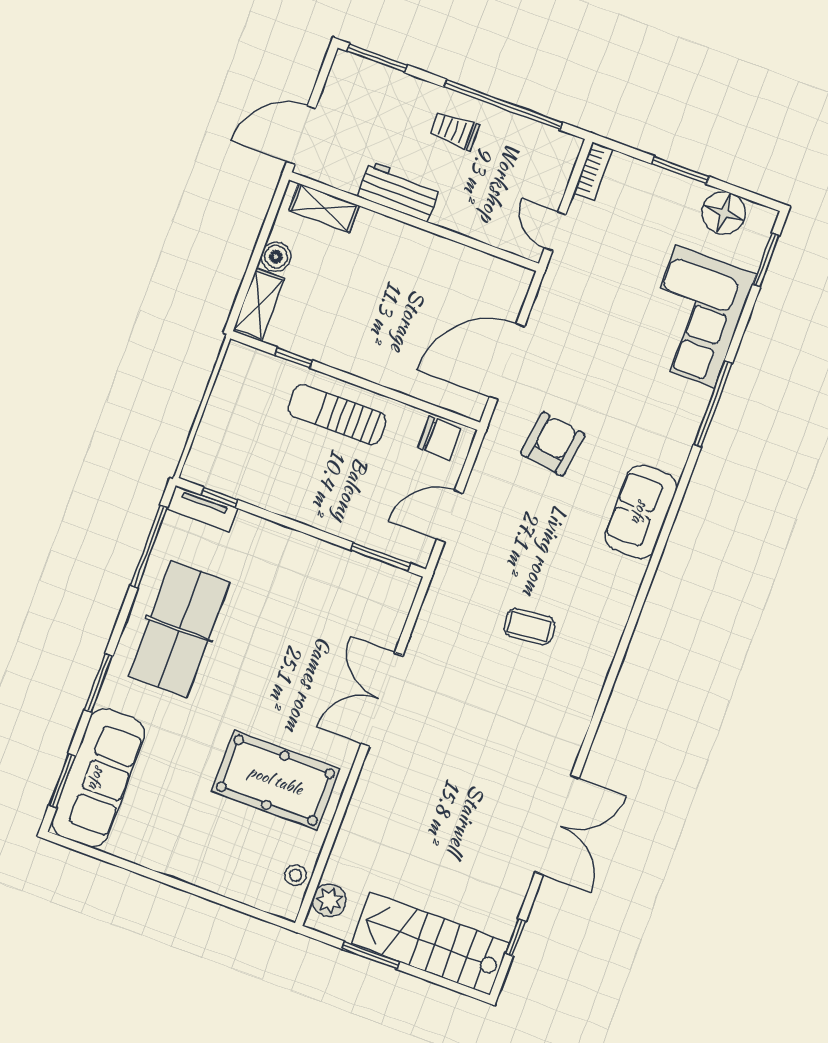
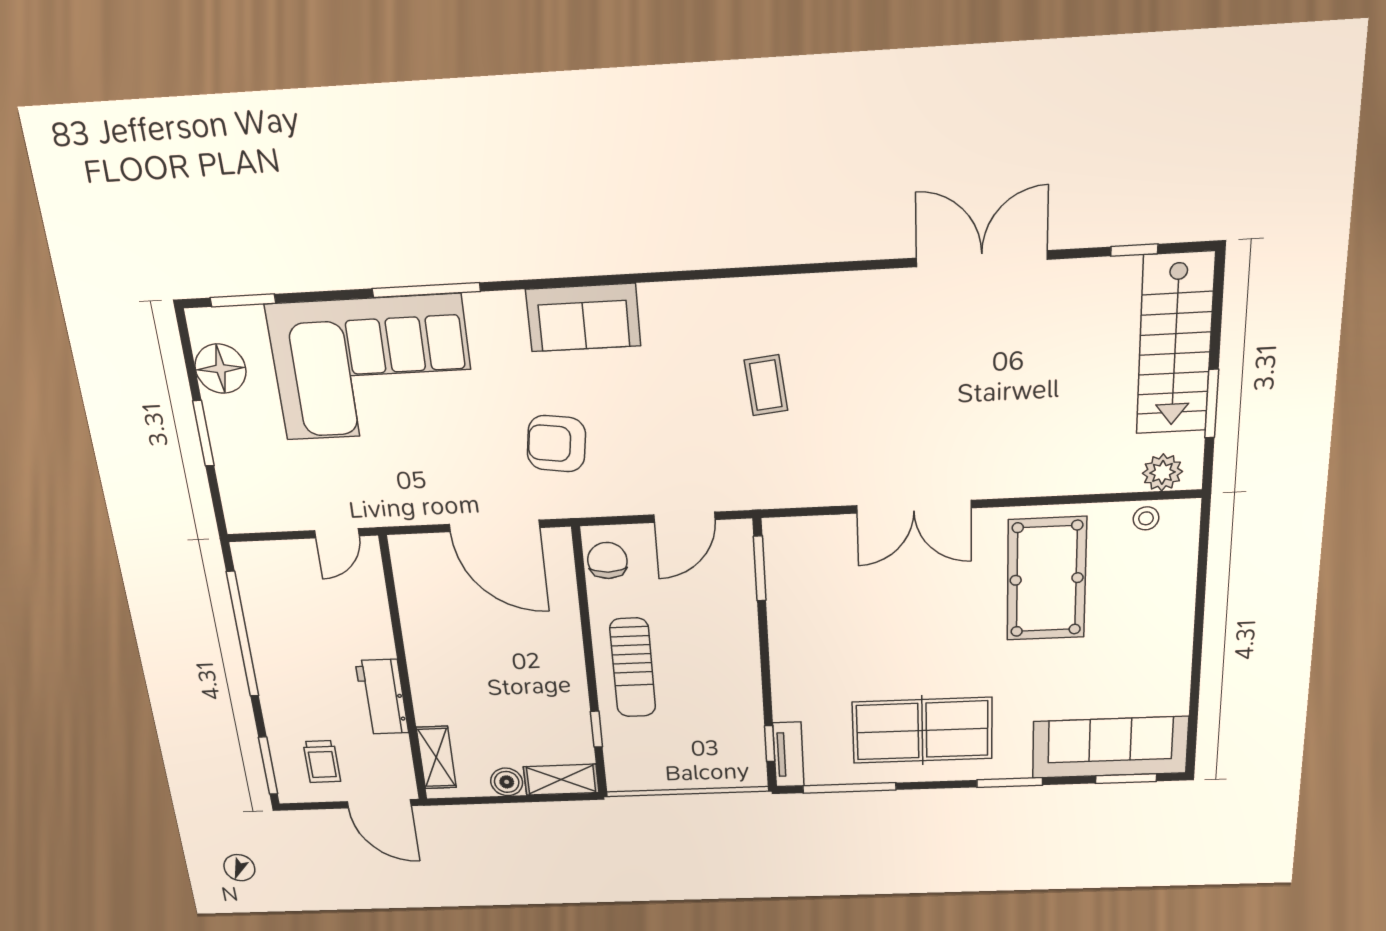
trolley: (455, 130) -> (322, 762), moved
bookcase: (593, 171) -> (256, 521), removed
corner sofa: (695, 316) -> (372, 368), width x1.36, depth x1.36
door: (450, 516) -> (684, 517), hinge flipped

